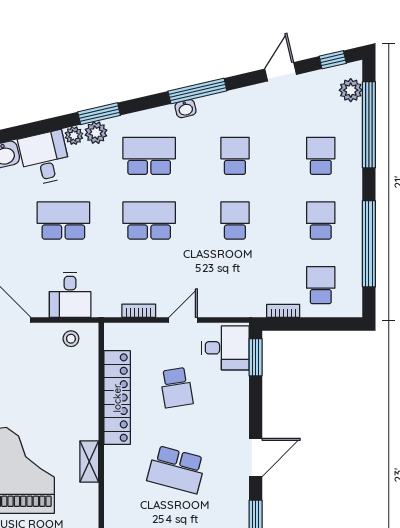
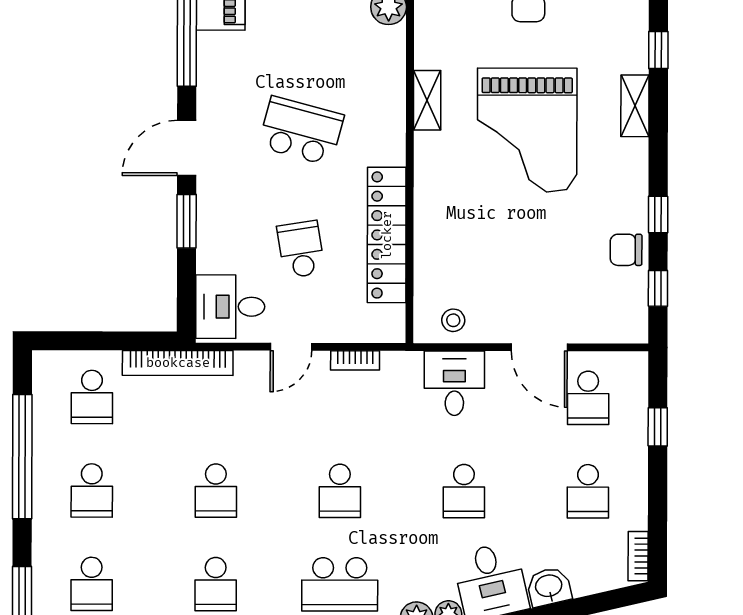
school desk: (63, 221) -> (464, 491), width x0.54
school desk: (149, 221) -> (340, 491), width x0.54
bookcase: (283, 311) -> (178, 363), width x2.31, depth x1.31
window: (256, 357) -> (187, 221), moved
shelving: (89, 462) -> (427, 100), moved

